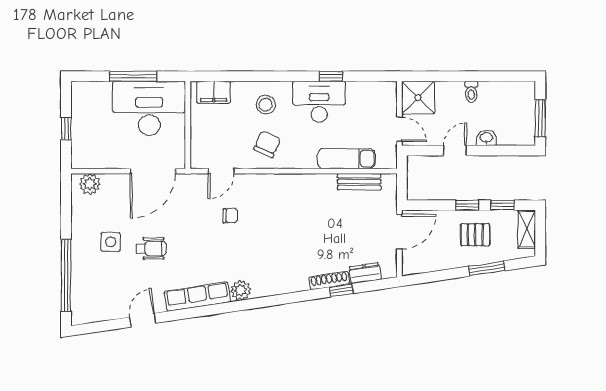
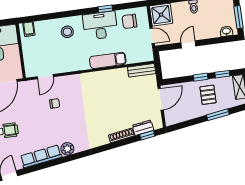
filing cabinet: (214, 92) -> (29, 29), width x0.50
washbasin: (486, 138) -> (226, 31), moved
chair: (267, 144) -> (129, 21), moved, turned -114
exam couch: (346, 159) -> (108, 60), moved
bench: (359, 182) -> (142, 70), moved
pallet: (475, 235) -> (208, 95), turned 90
window: (341, 290) -> (147, 135), moved

